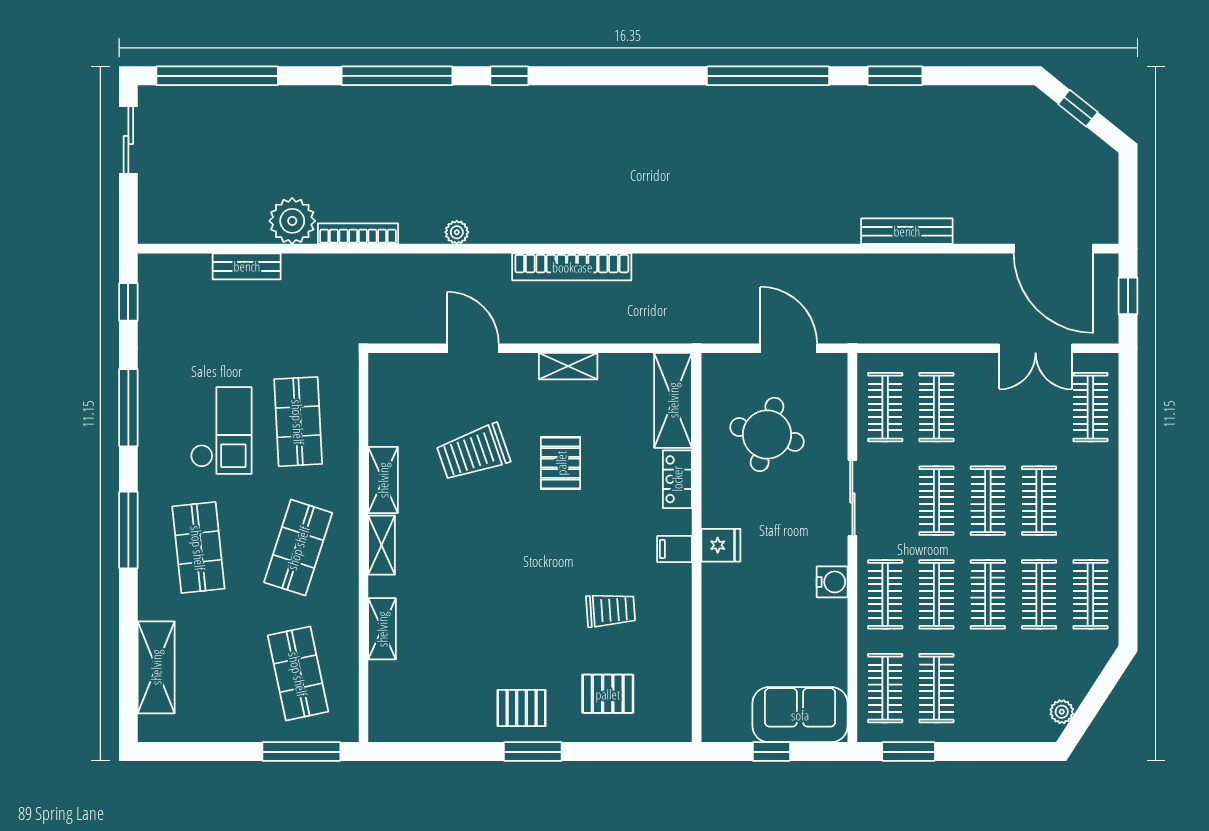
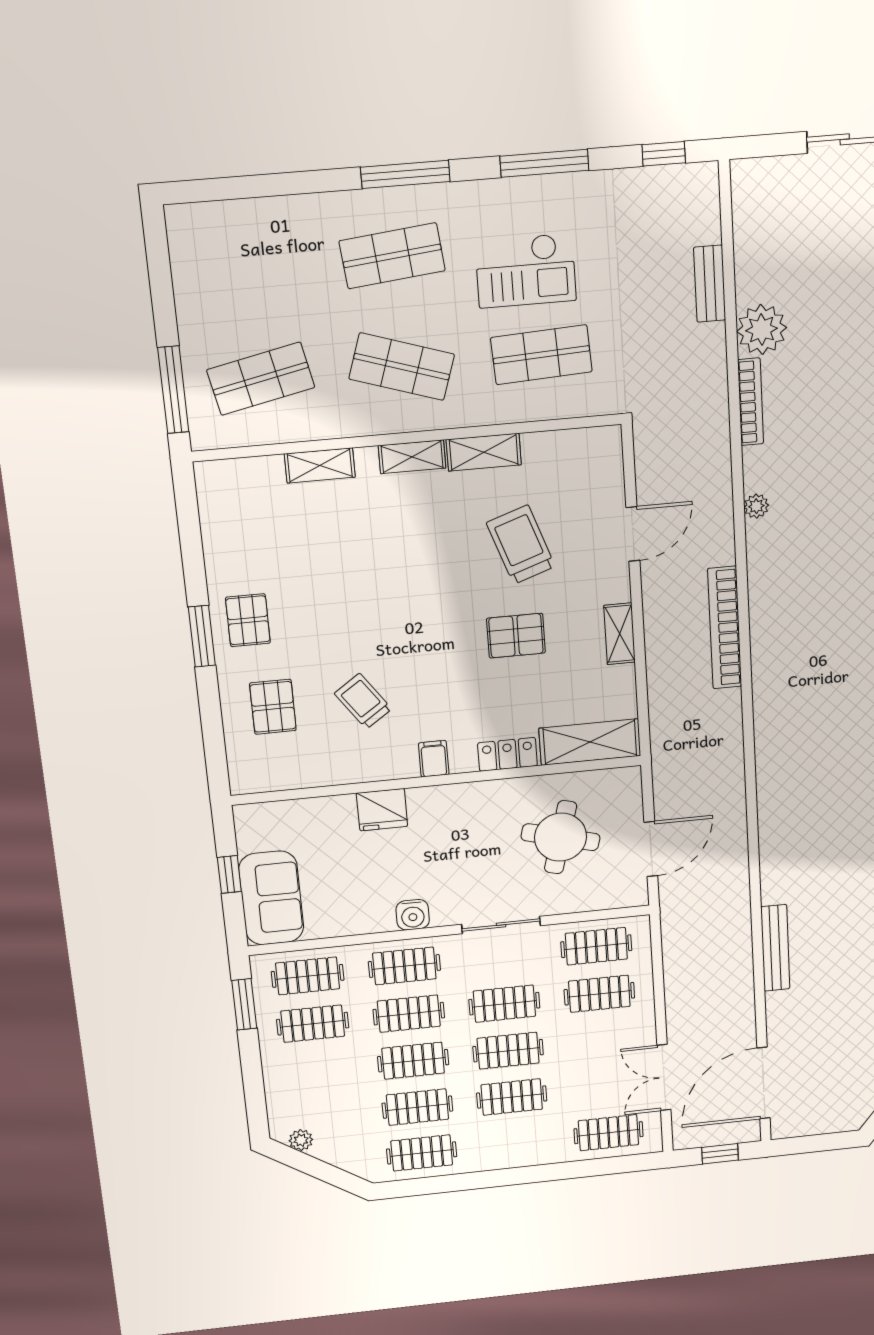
fridge: (721, 545) -> (382, 810), moved, width x1.38
trolley: (611, 610) -> (363, 701), turned 149
shelving: (156, 667) -> (251, 219), removed

